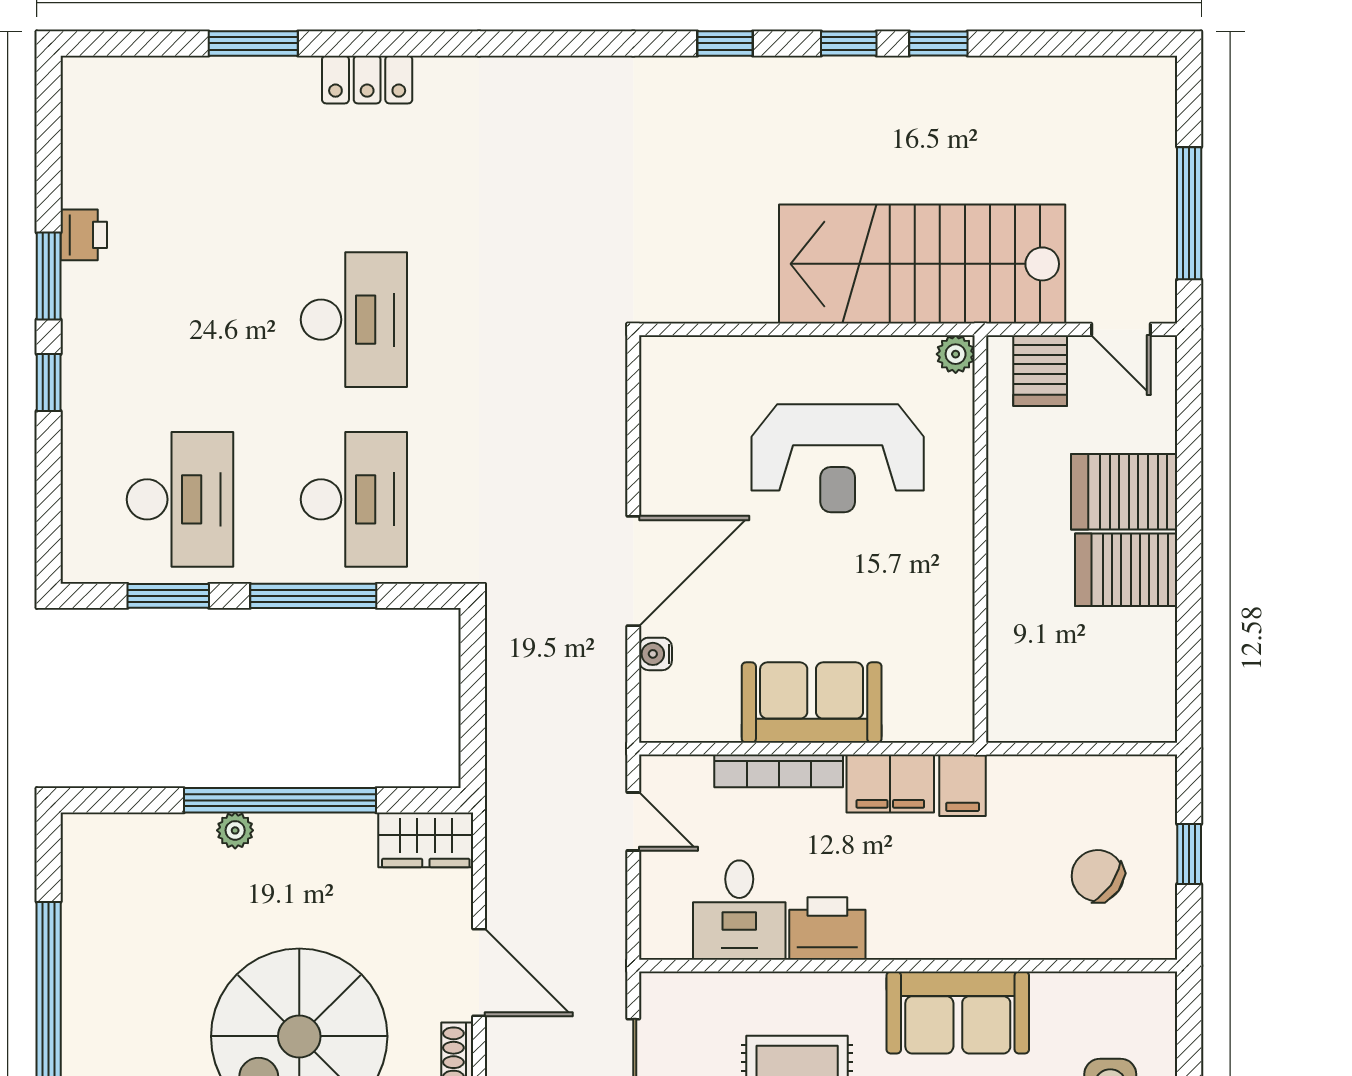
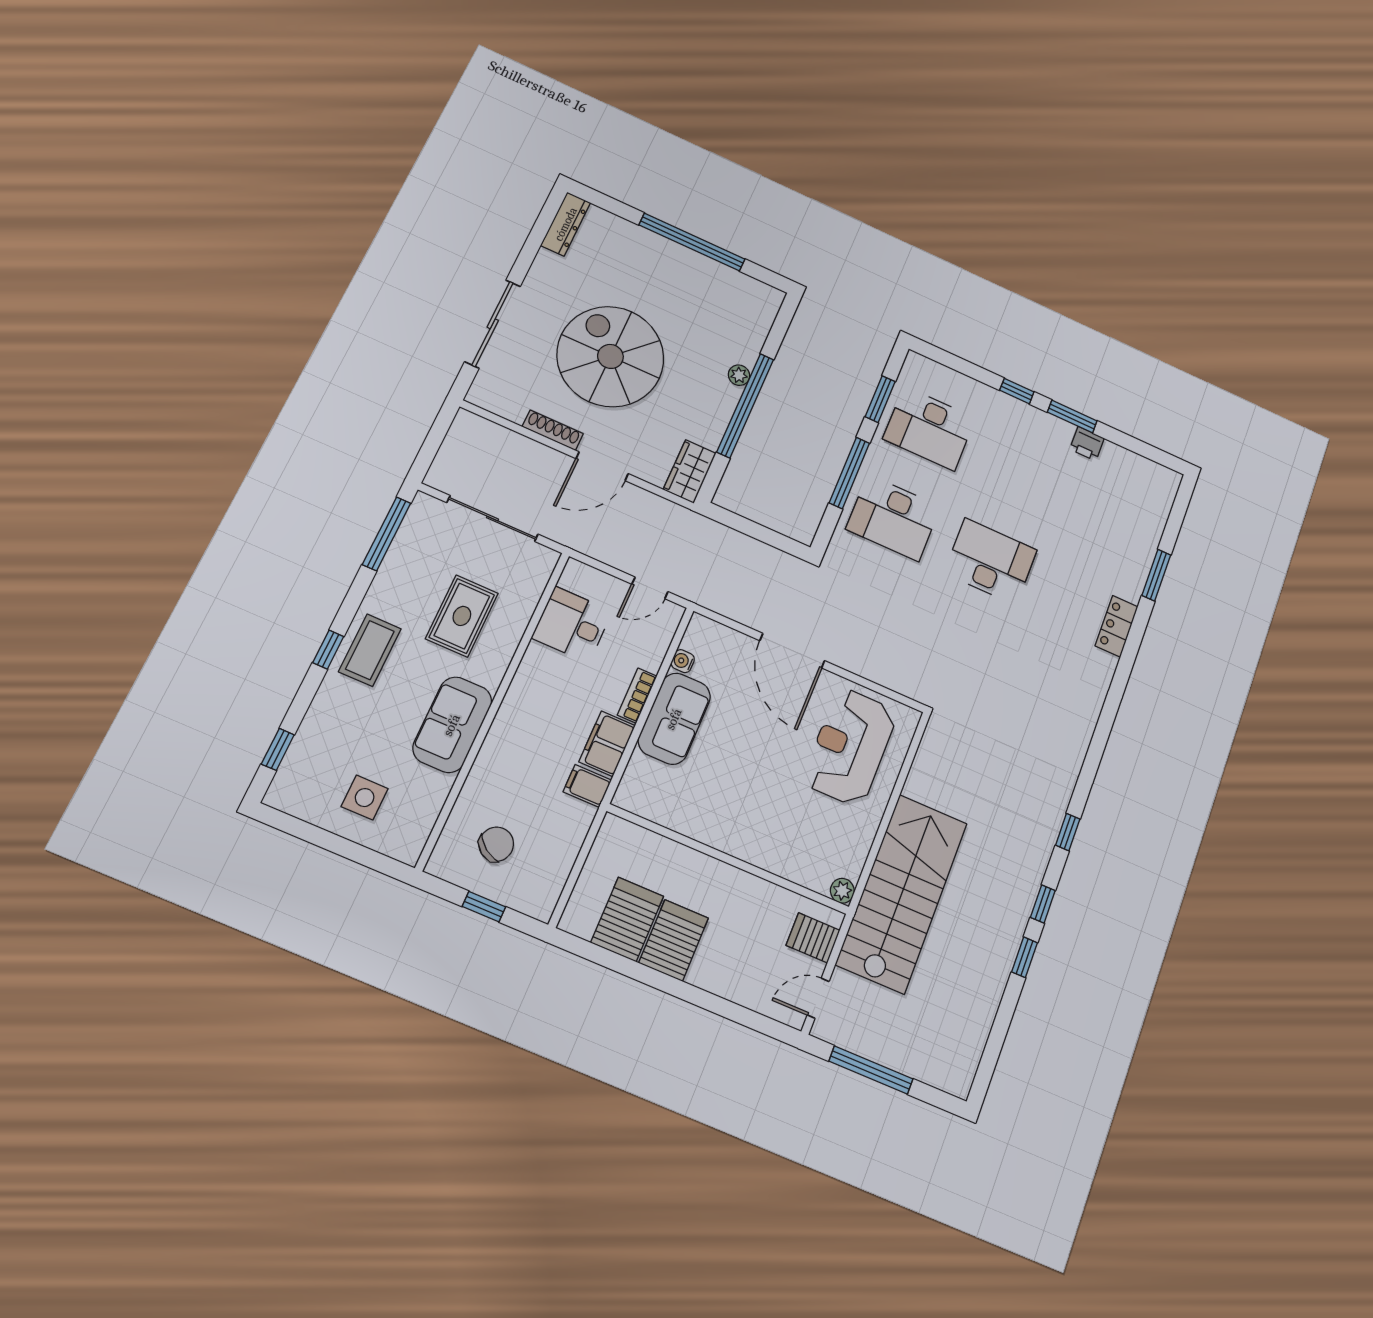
desk: (354, 320) -> (991, 561), turned 180
reception desk: (838, 458) -> (850, 747), moved
server rack: (1124, 492) -> (627, 919), moved
water cooler: (655, 654) -> (683, 661), moved, turned -90
bookcase: (779, 771) -> (637, 696), width x0.64
printer: (827, 928) -> (538, 670), removed

